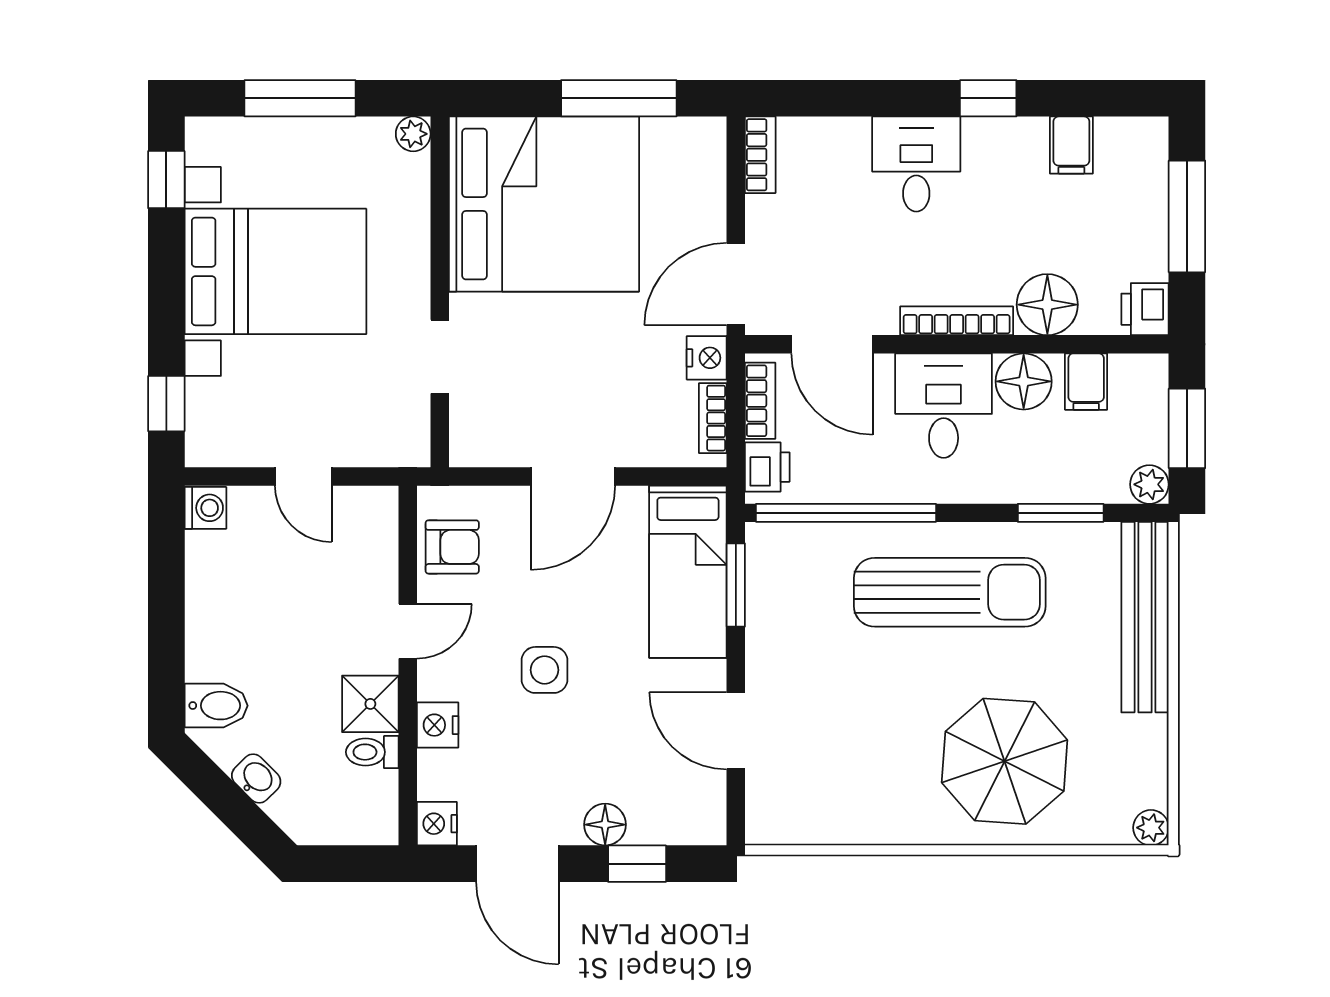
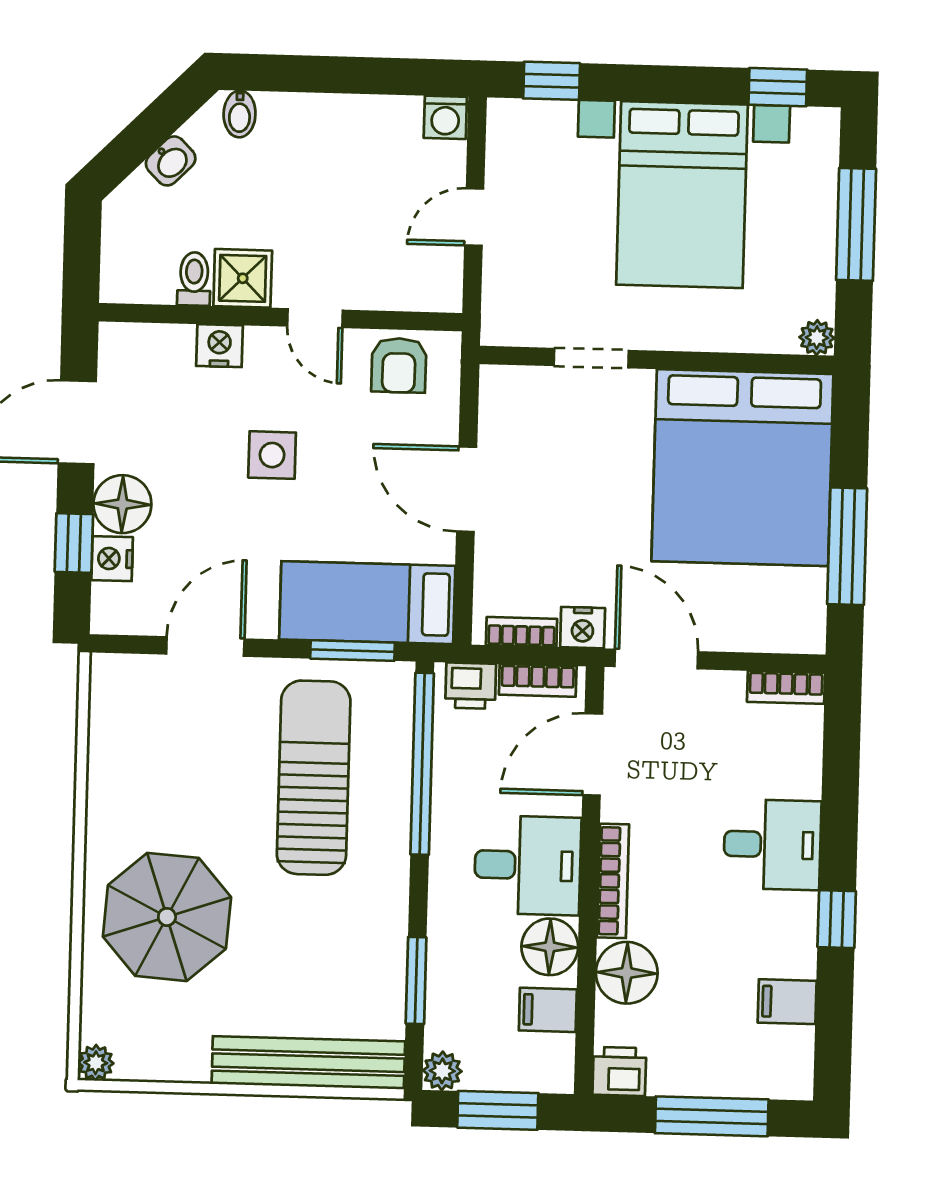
sun lounger: (950, 592) -> (314, 778), moved, turned 180
bidet: (216, 706) -> (240, 114), width x0.72, depth x0.74
nightstand: (437, 824) -> (112, 559), moved, turned -90
floor lamp: (605, 825) -> (122, 504), width x1.38, depth x1.38

